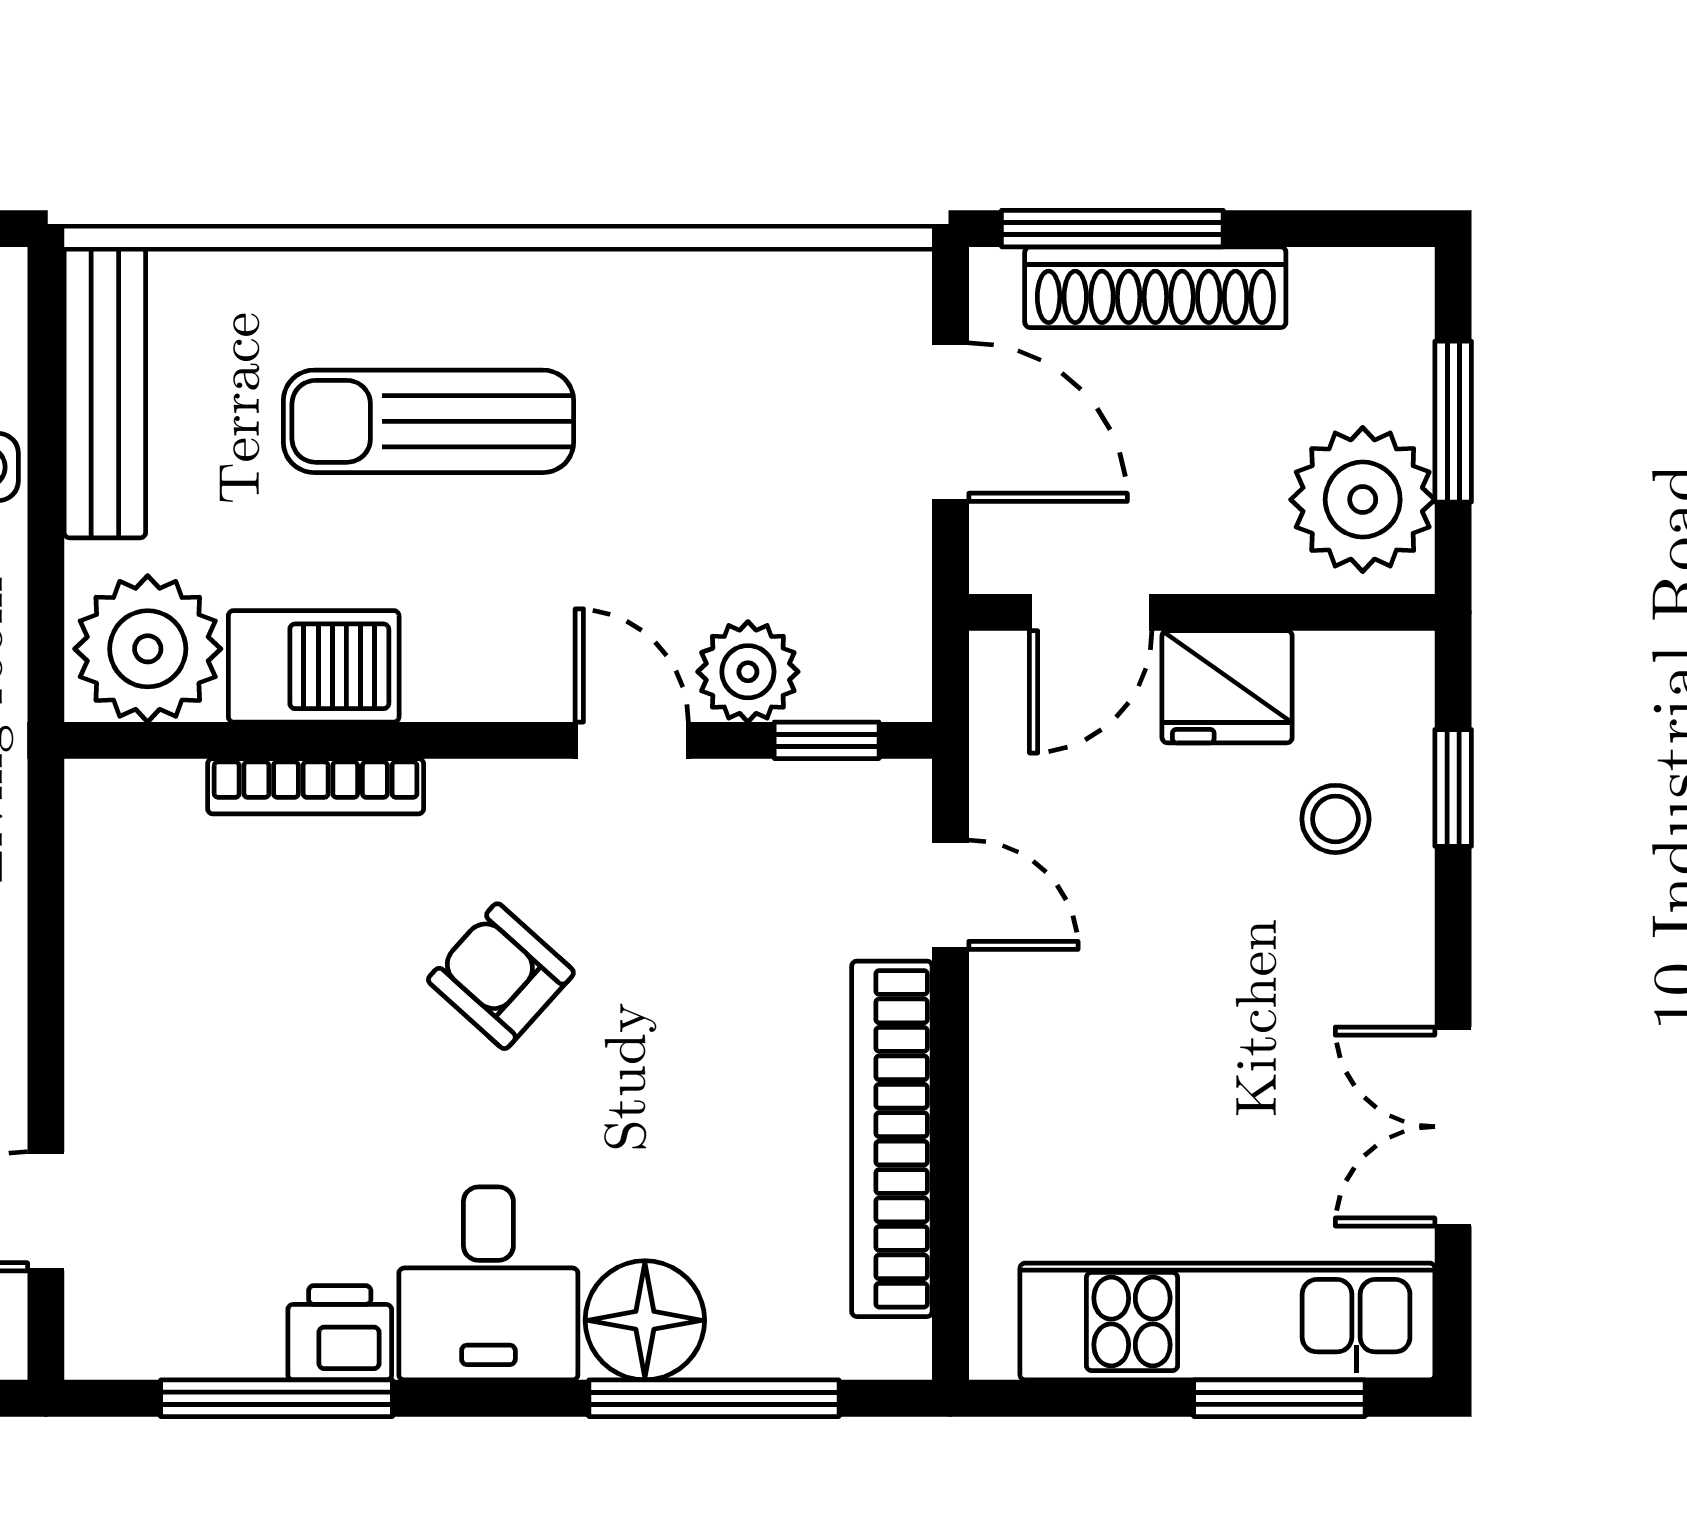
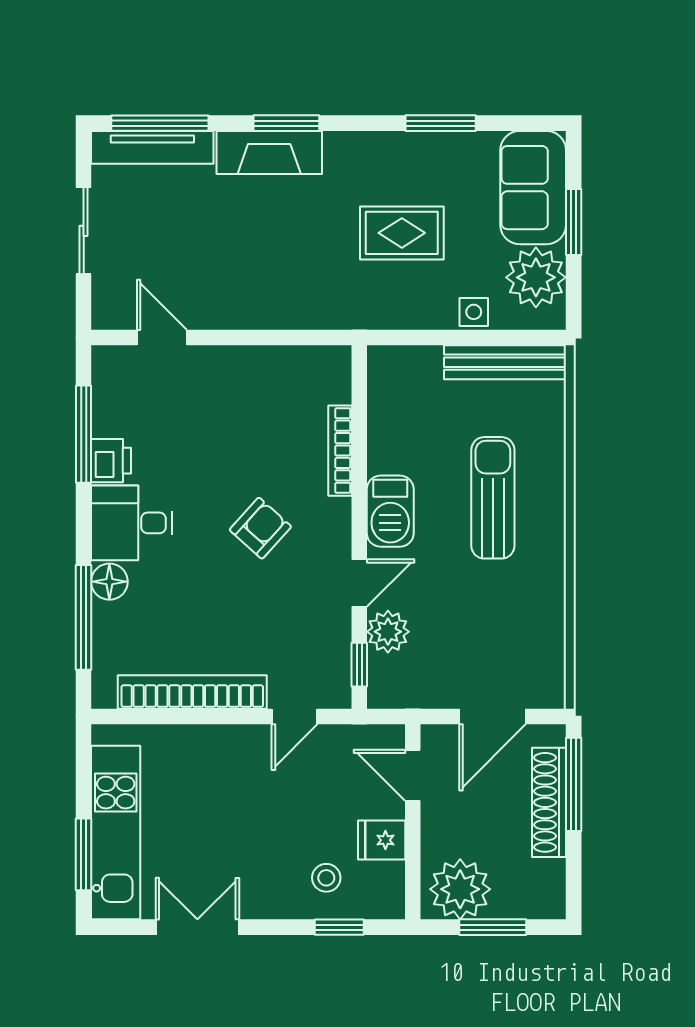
plant: (148, 649) -> (398, 380), removed
barbecue: (314, 666) -> (390, 511), moved
fridge: (1227, 687) -> (382, 840), width x0.72
floor lamp: (645, 1320) -> (109, 582), width x0.73, depth x0.73

